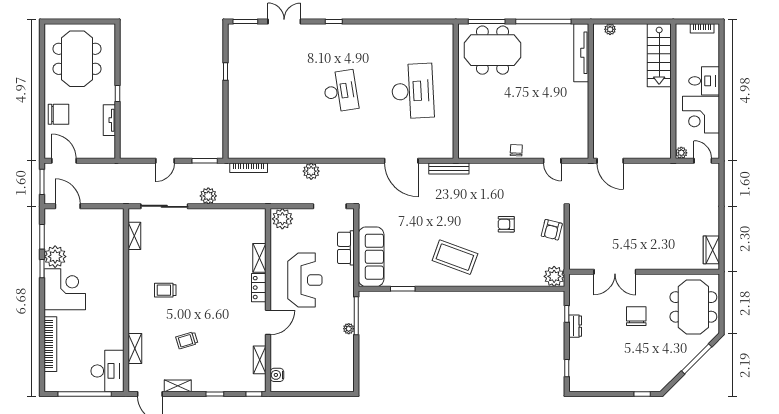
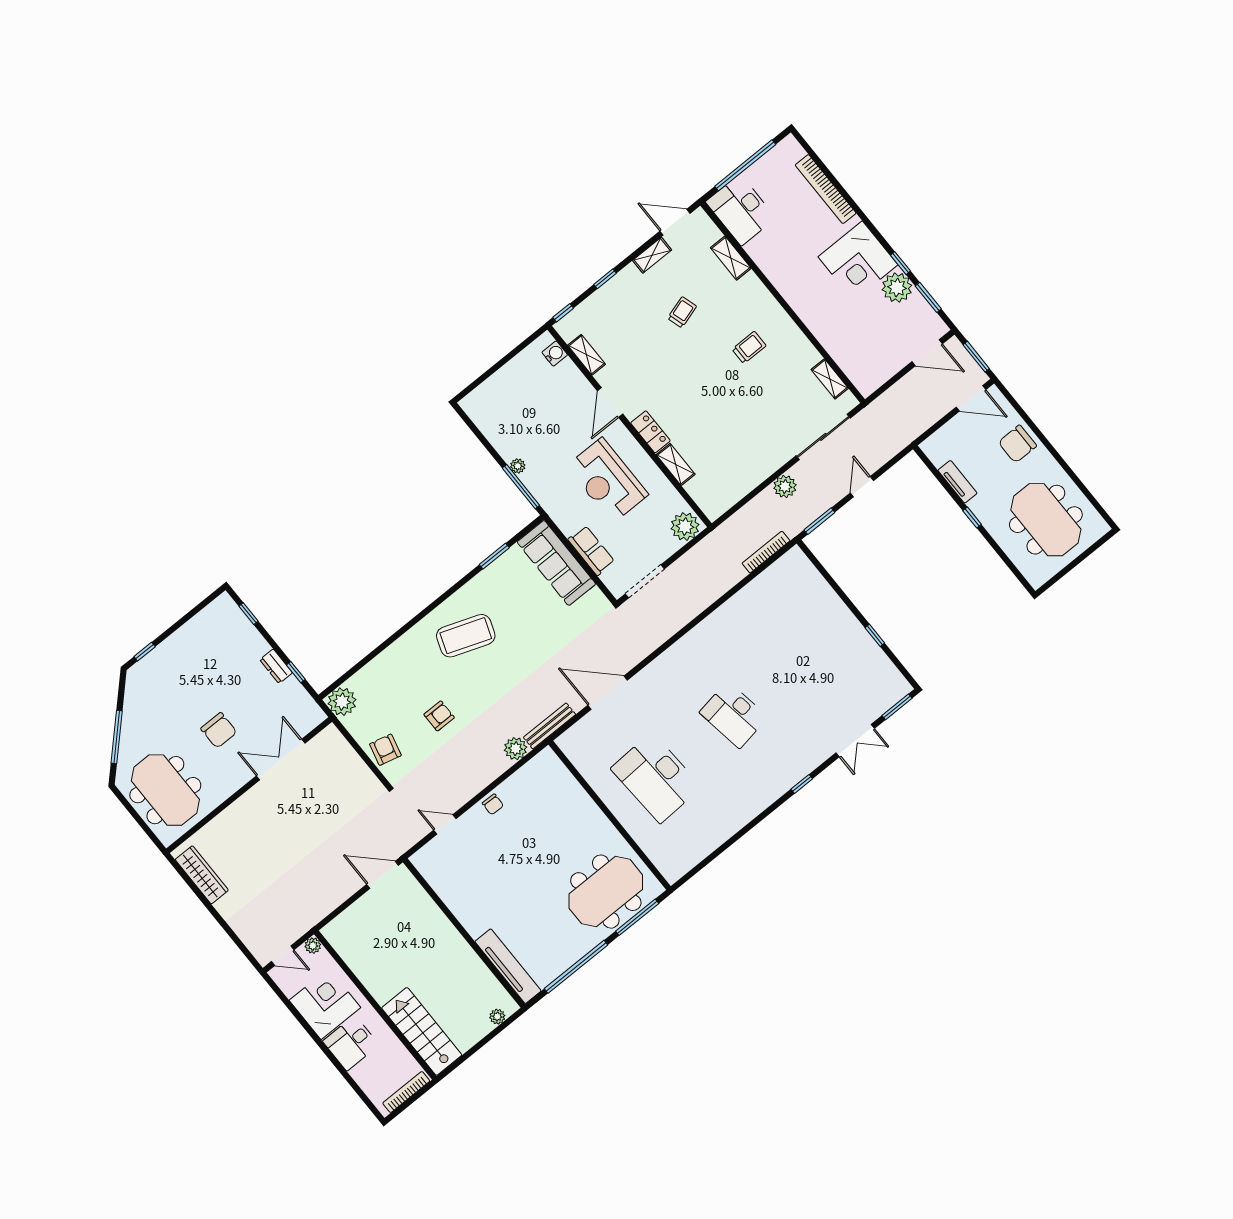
bookcase: (702, 28) -> (406, 1092), width x1.56
plant: (311, 171) -> (516, 749), moved
wardrobe: (711, 250) -> (202, 875), width x1.50

